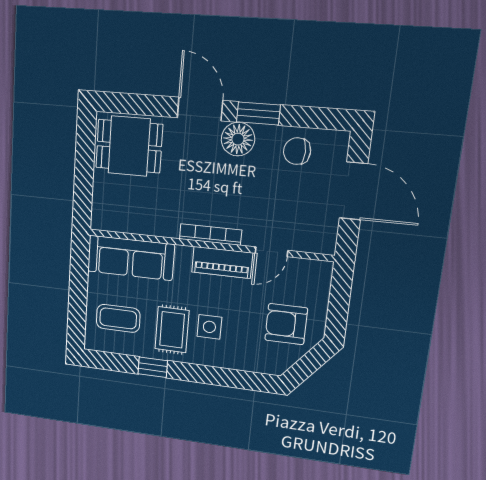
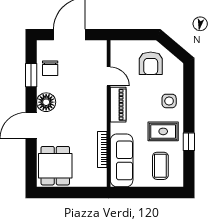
window: (258, 113) -> (31, 75), moved
bookcase: (210, 235) -> (102, 150), moved
side table: (209, 327) -> (169, 101), moved

